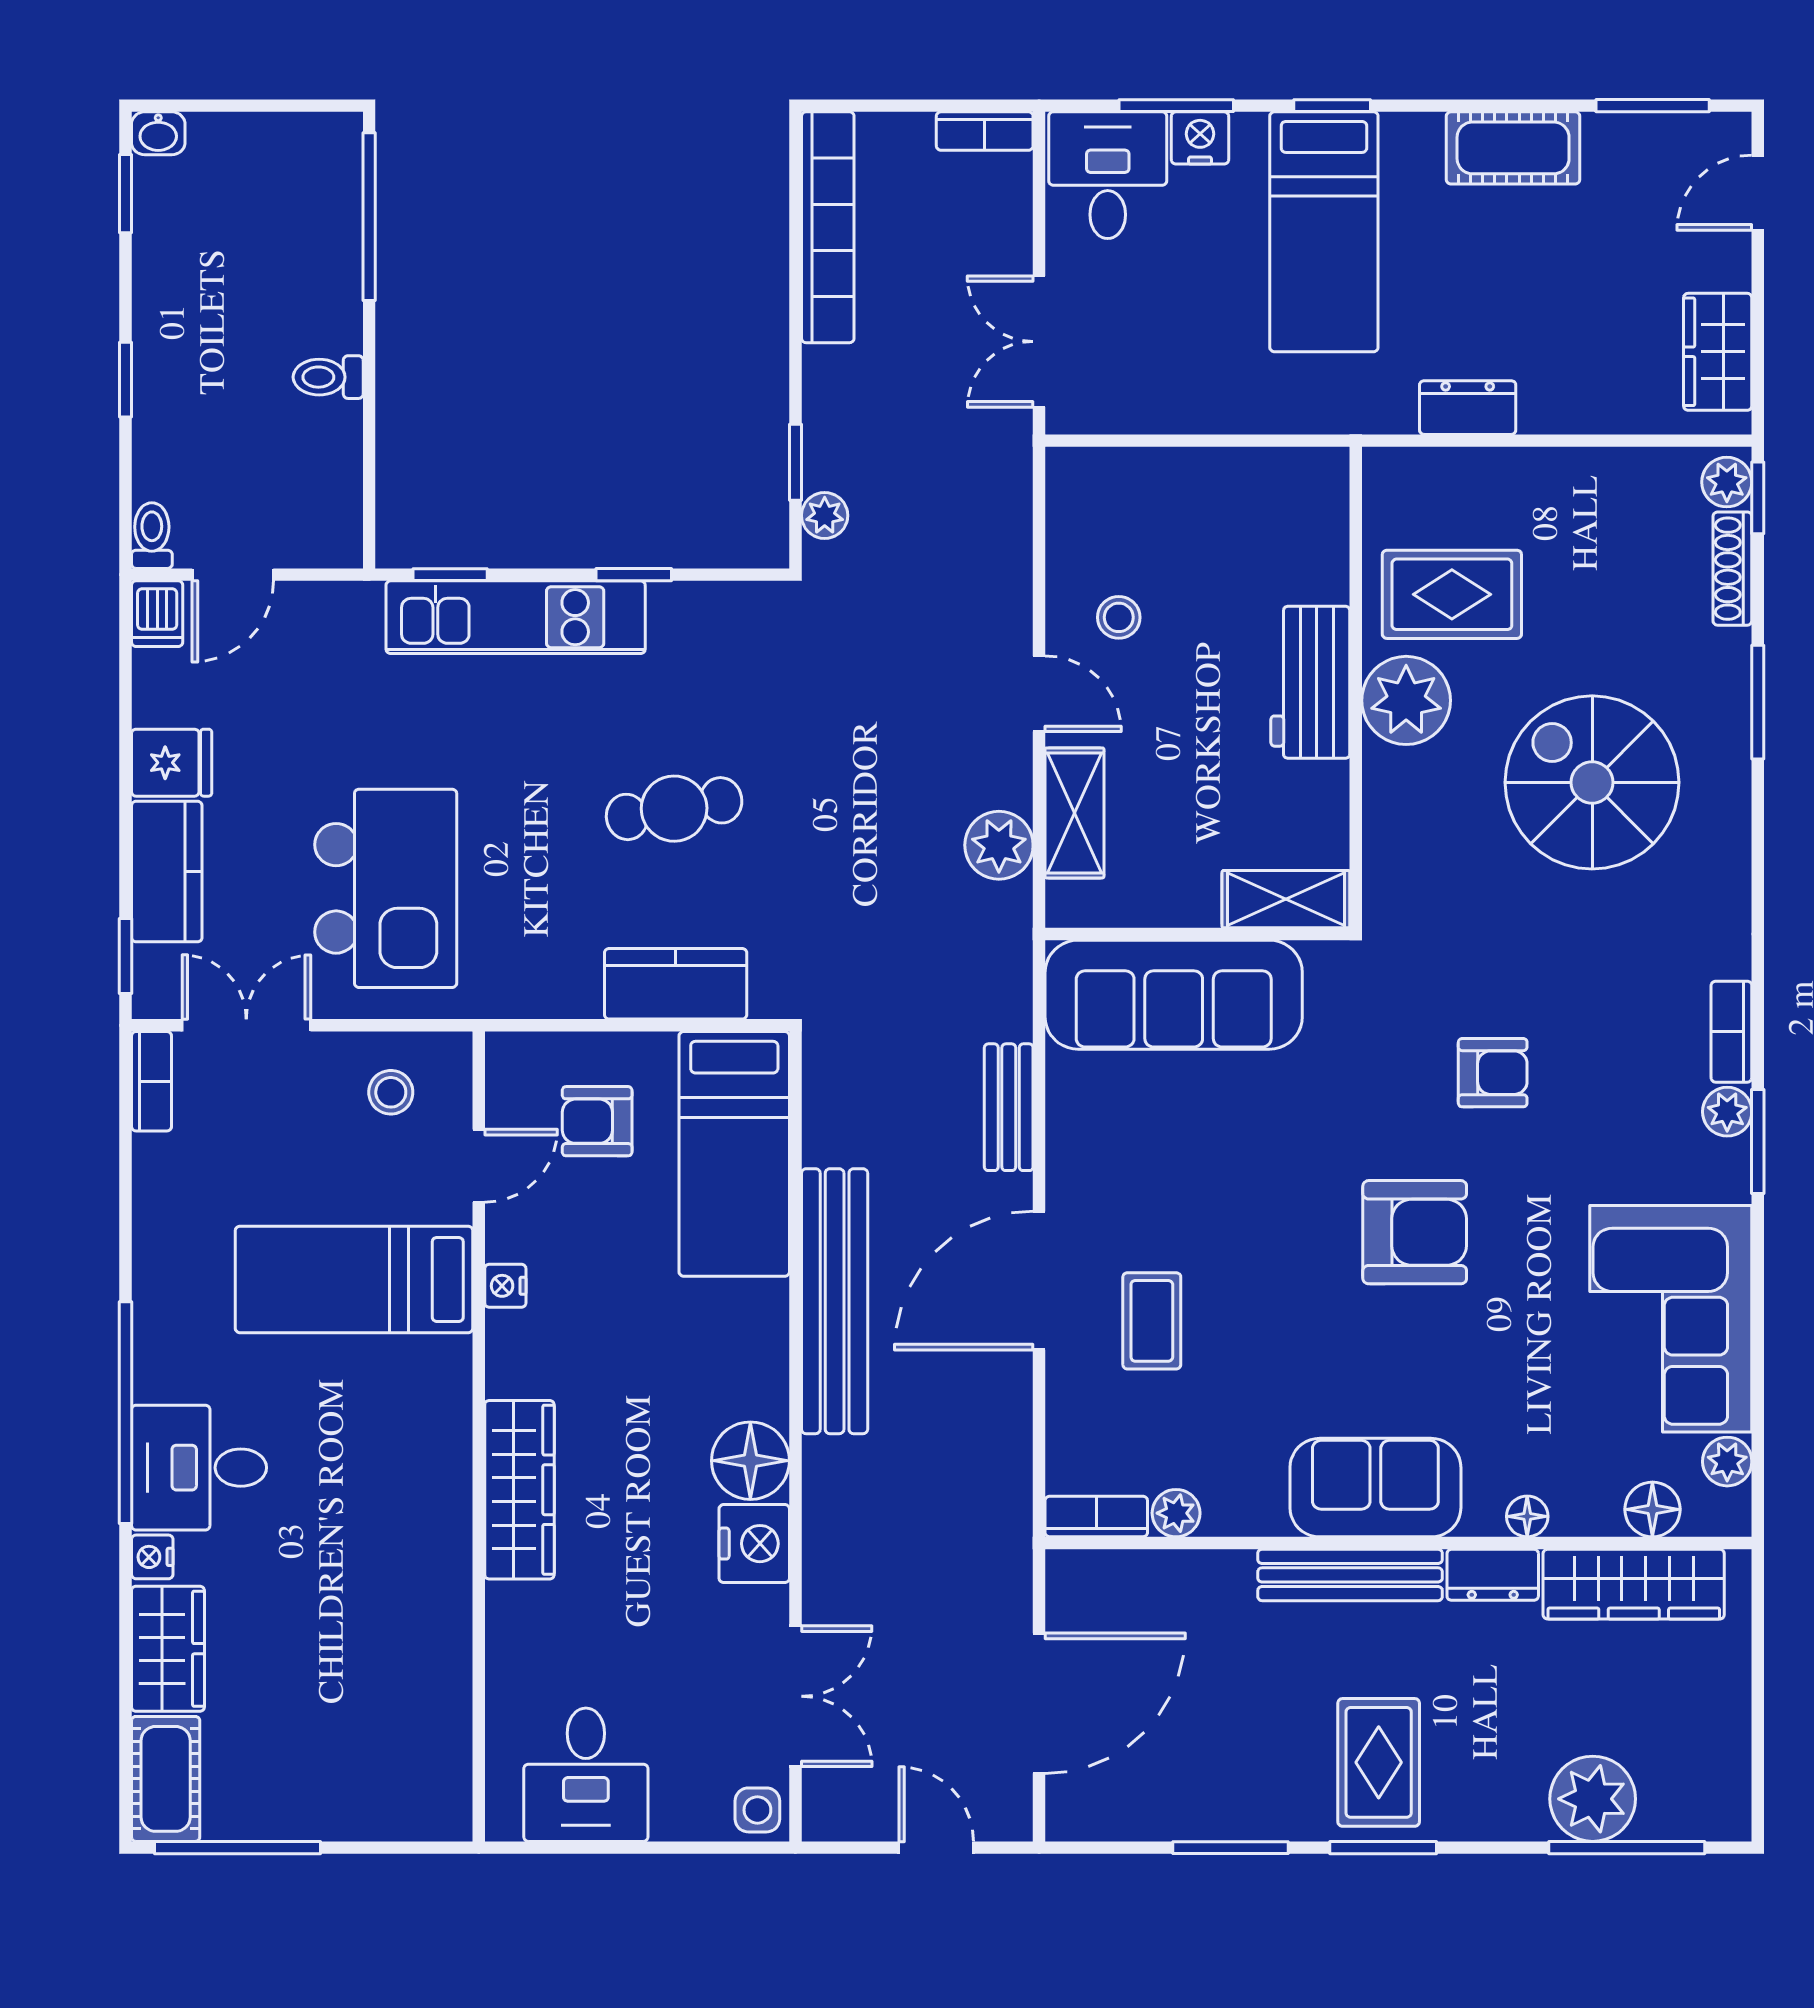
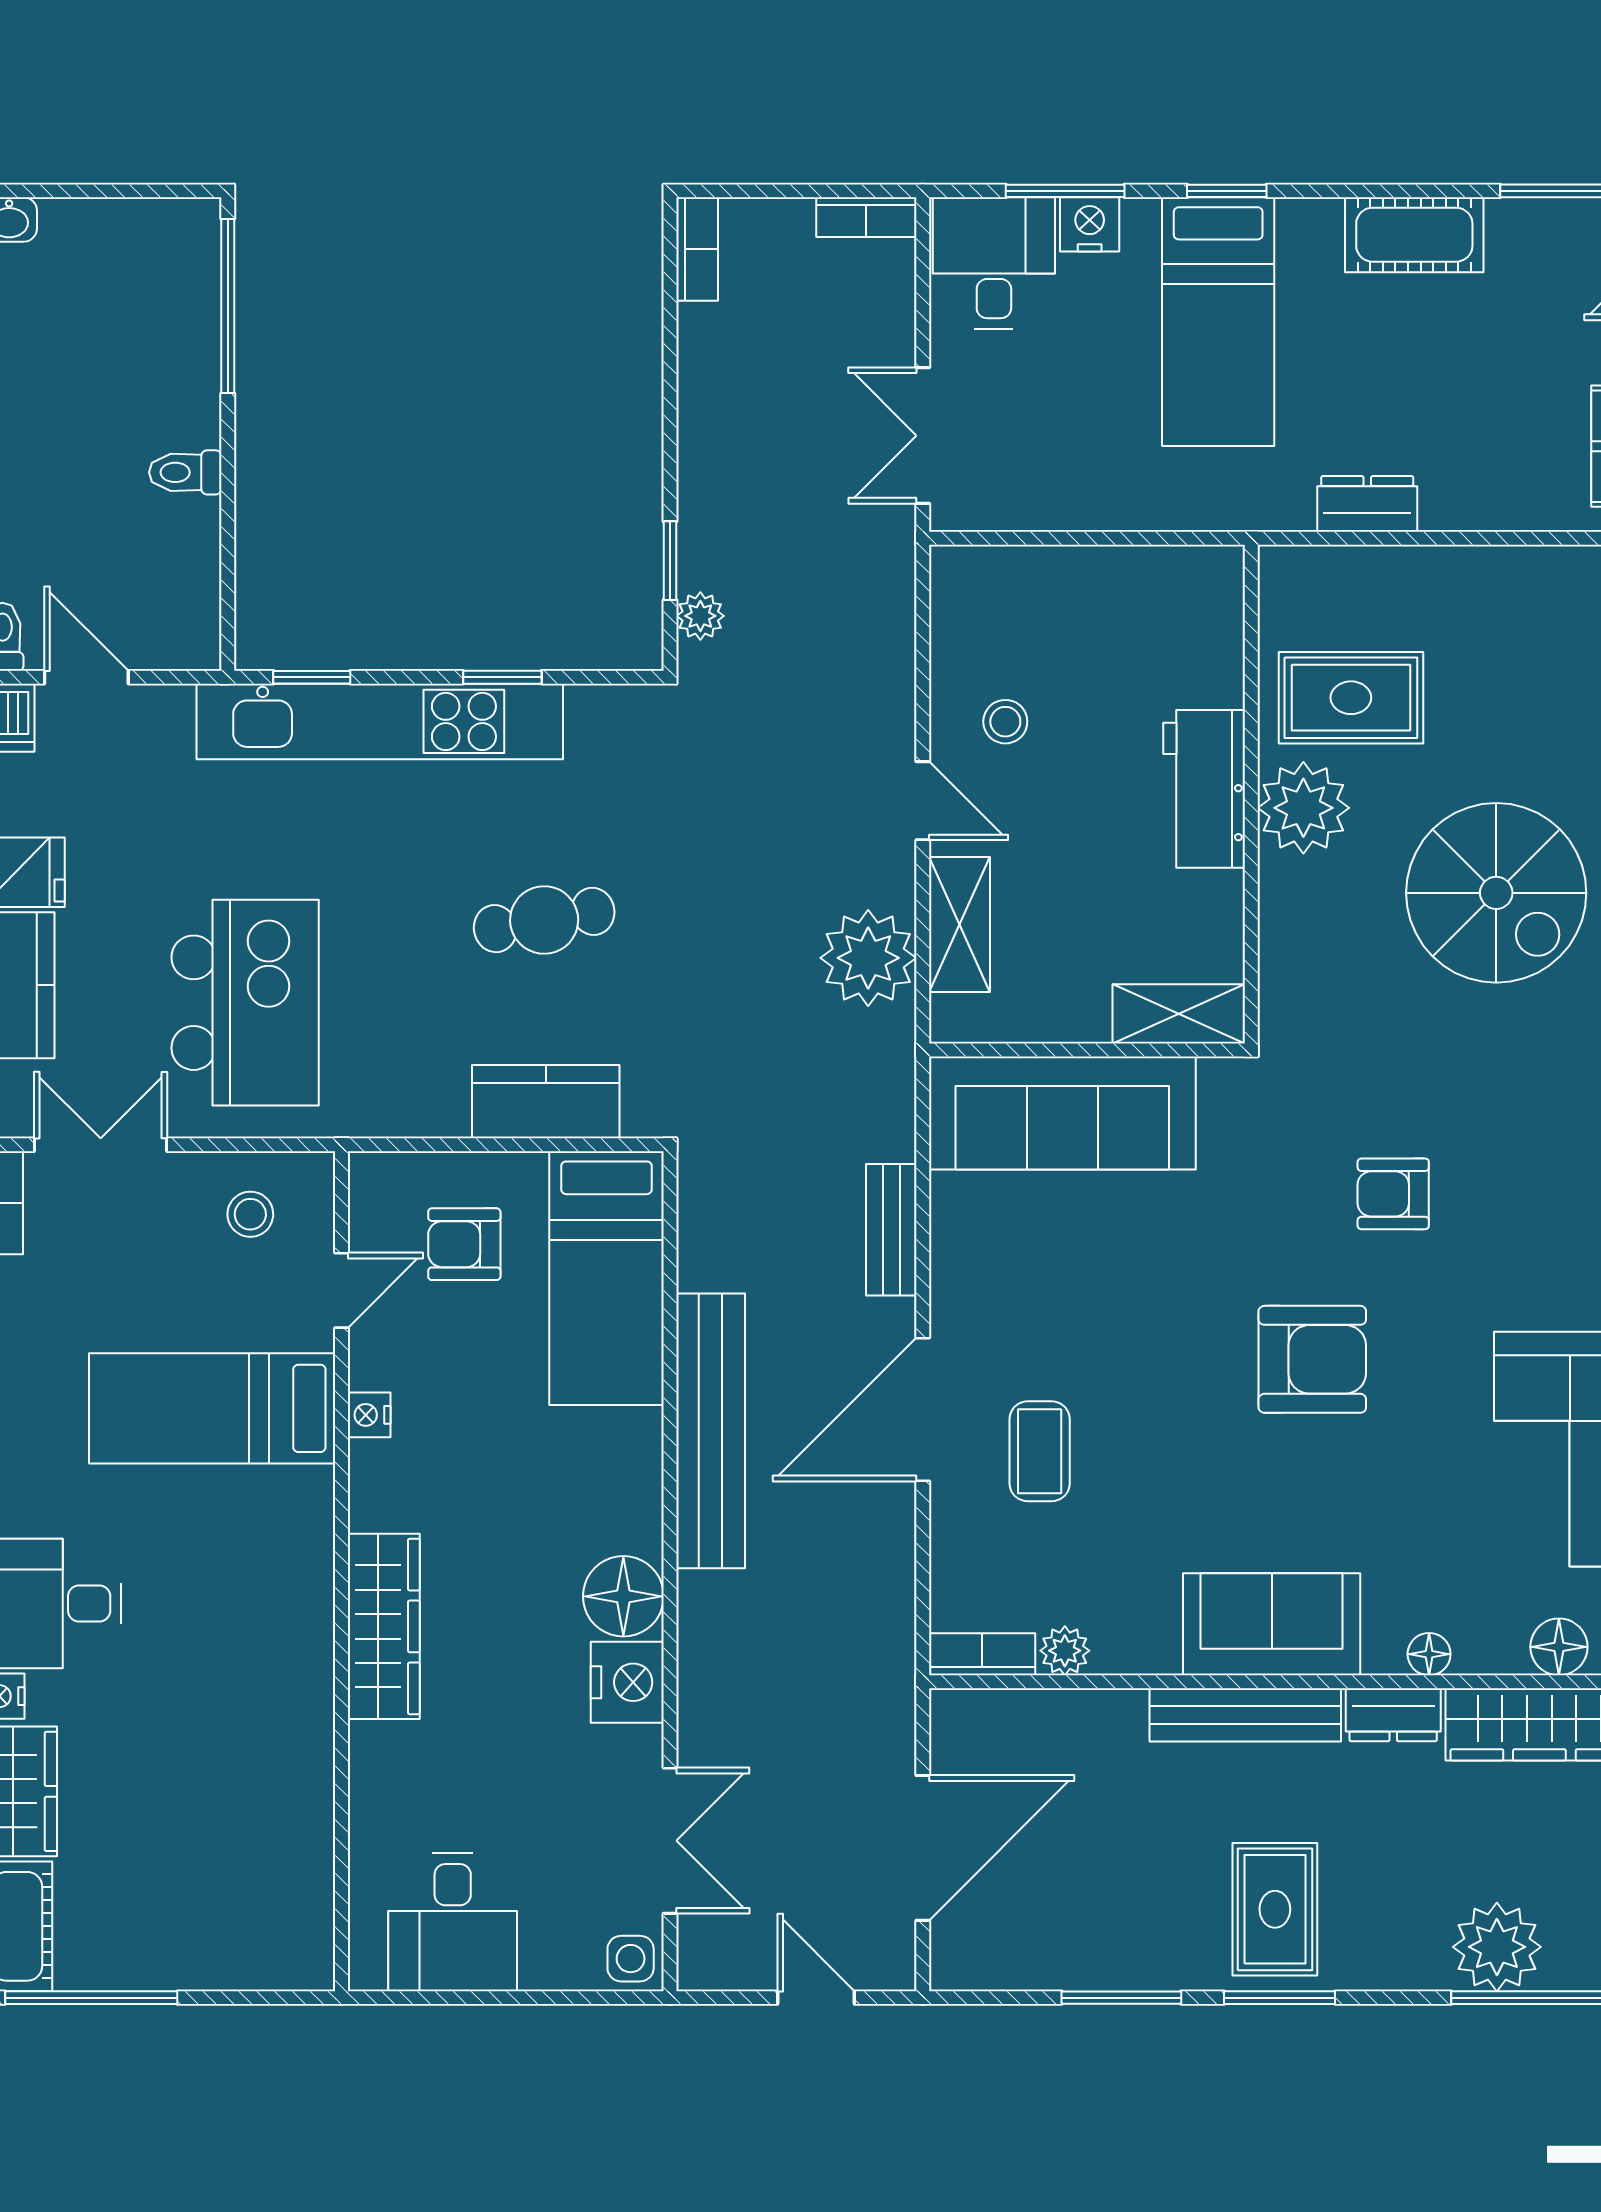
bookcase: (828, 227) -> (697, 249), width x0.43, depth x0.76
door: (233, 575) -> (86, 677), swing flipped
kitchen unit: (516, 617) -> (380, 721), width x1.36
spiral stairs: (1592, 782) -> (1496, 893), turned 180
plant: (999, 845) -> (868, 958), width x1.36, depth x1.36
armchair: (1493, 1073) -> (1393, 1194), turned 180

